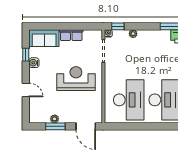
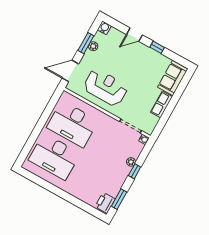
window: (118, 26) -> (135, 171), moved
window: (26, 55) -> (157, 47), moved
water cooler: (34, 63) -> (104, 28), moved
reception desk: (76, 79) -> (106, 87), moved, turned -90

